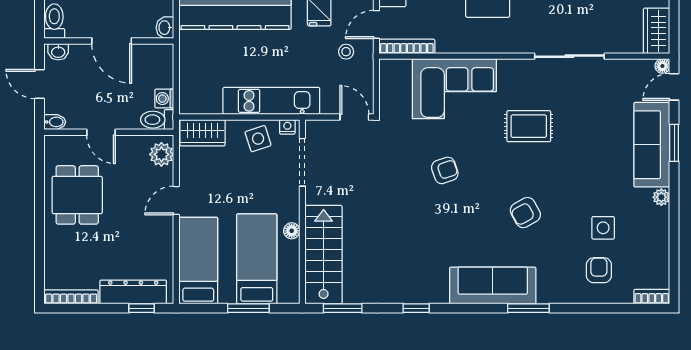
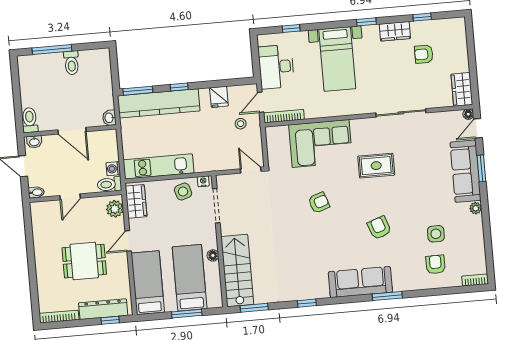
kitchen unit: (271, 101) -> (158, 166), moved
door: (101, 132) -> (70, 197), hinge flipped
wardrobe: (202, 133) -> (136, 201), moved, turned -90
dining table: (77, 195) -> (84, 261), moved, turned 90
armchair: (525, 213) -> (379, 228), turned 99

